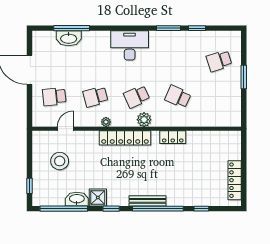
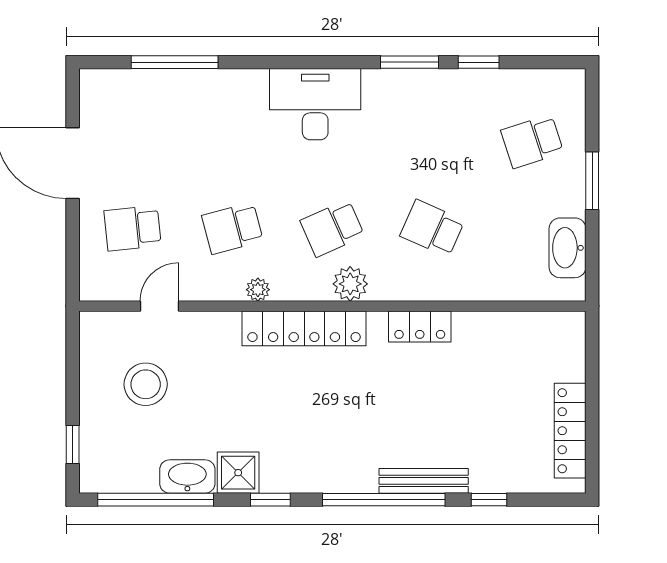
washbasin: (69, 38) -> (567, 248), moved, turned 90
bench: (147, 201) -> (424, 481), moved

